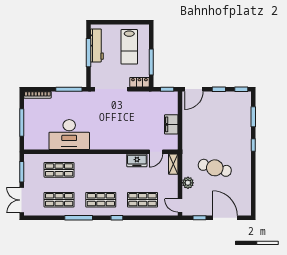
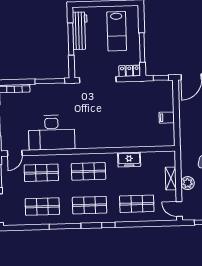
filing cabinet: (171, 124) -> (167, 118), width x0.50
door: (156, 152) -> (15, 153), moved
shelving: (173, 164) -> (171, 178), moved
shop shelf: (101, 170) -> (89, 171), added

